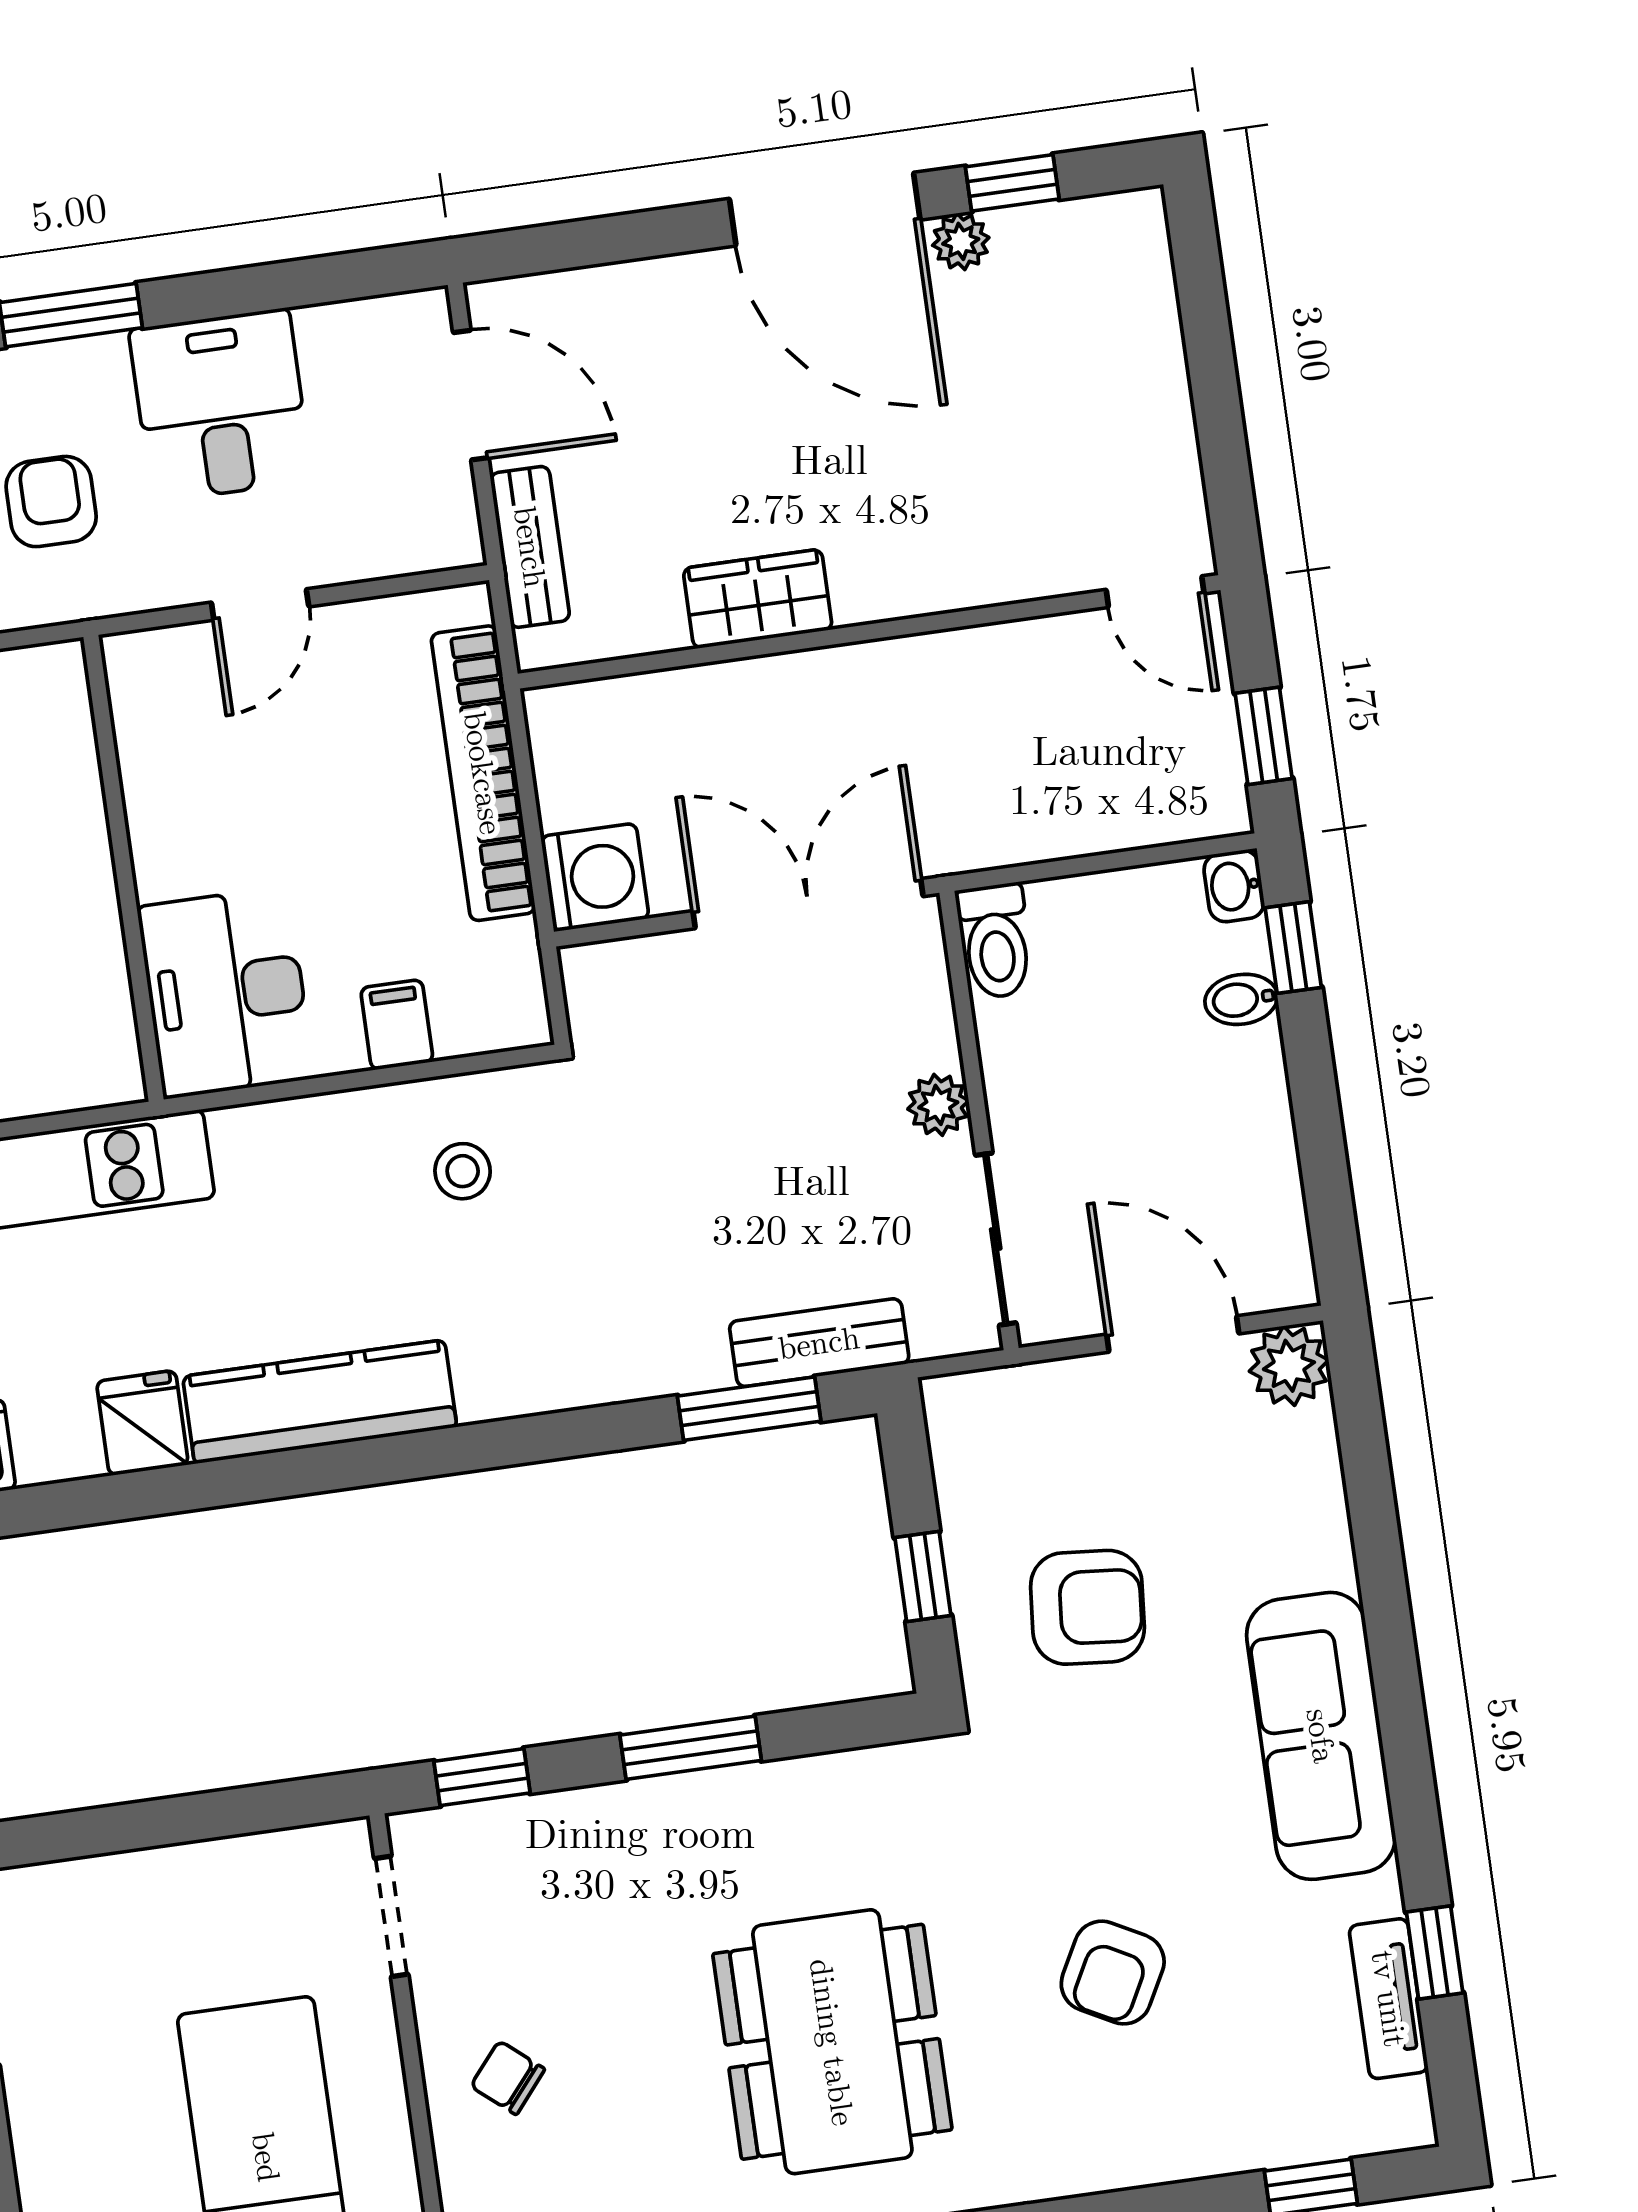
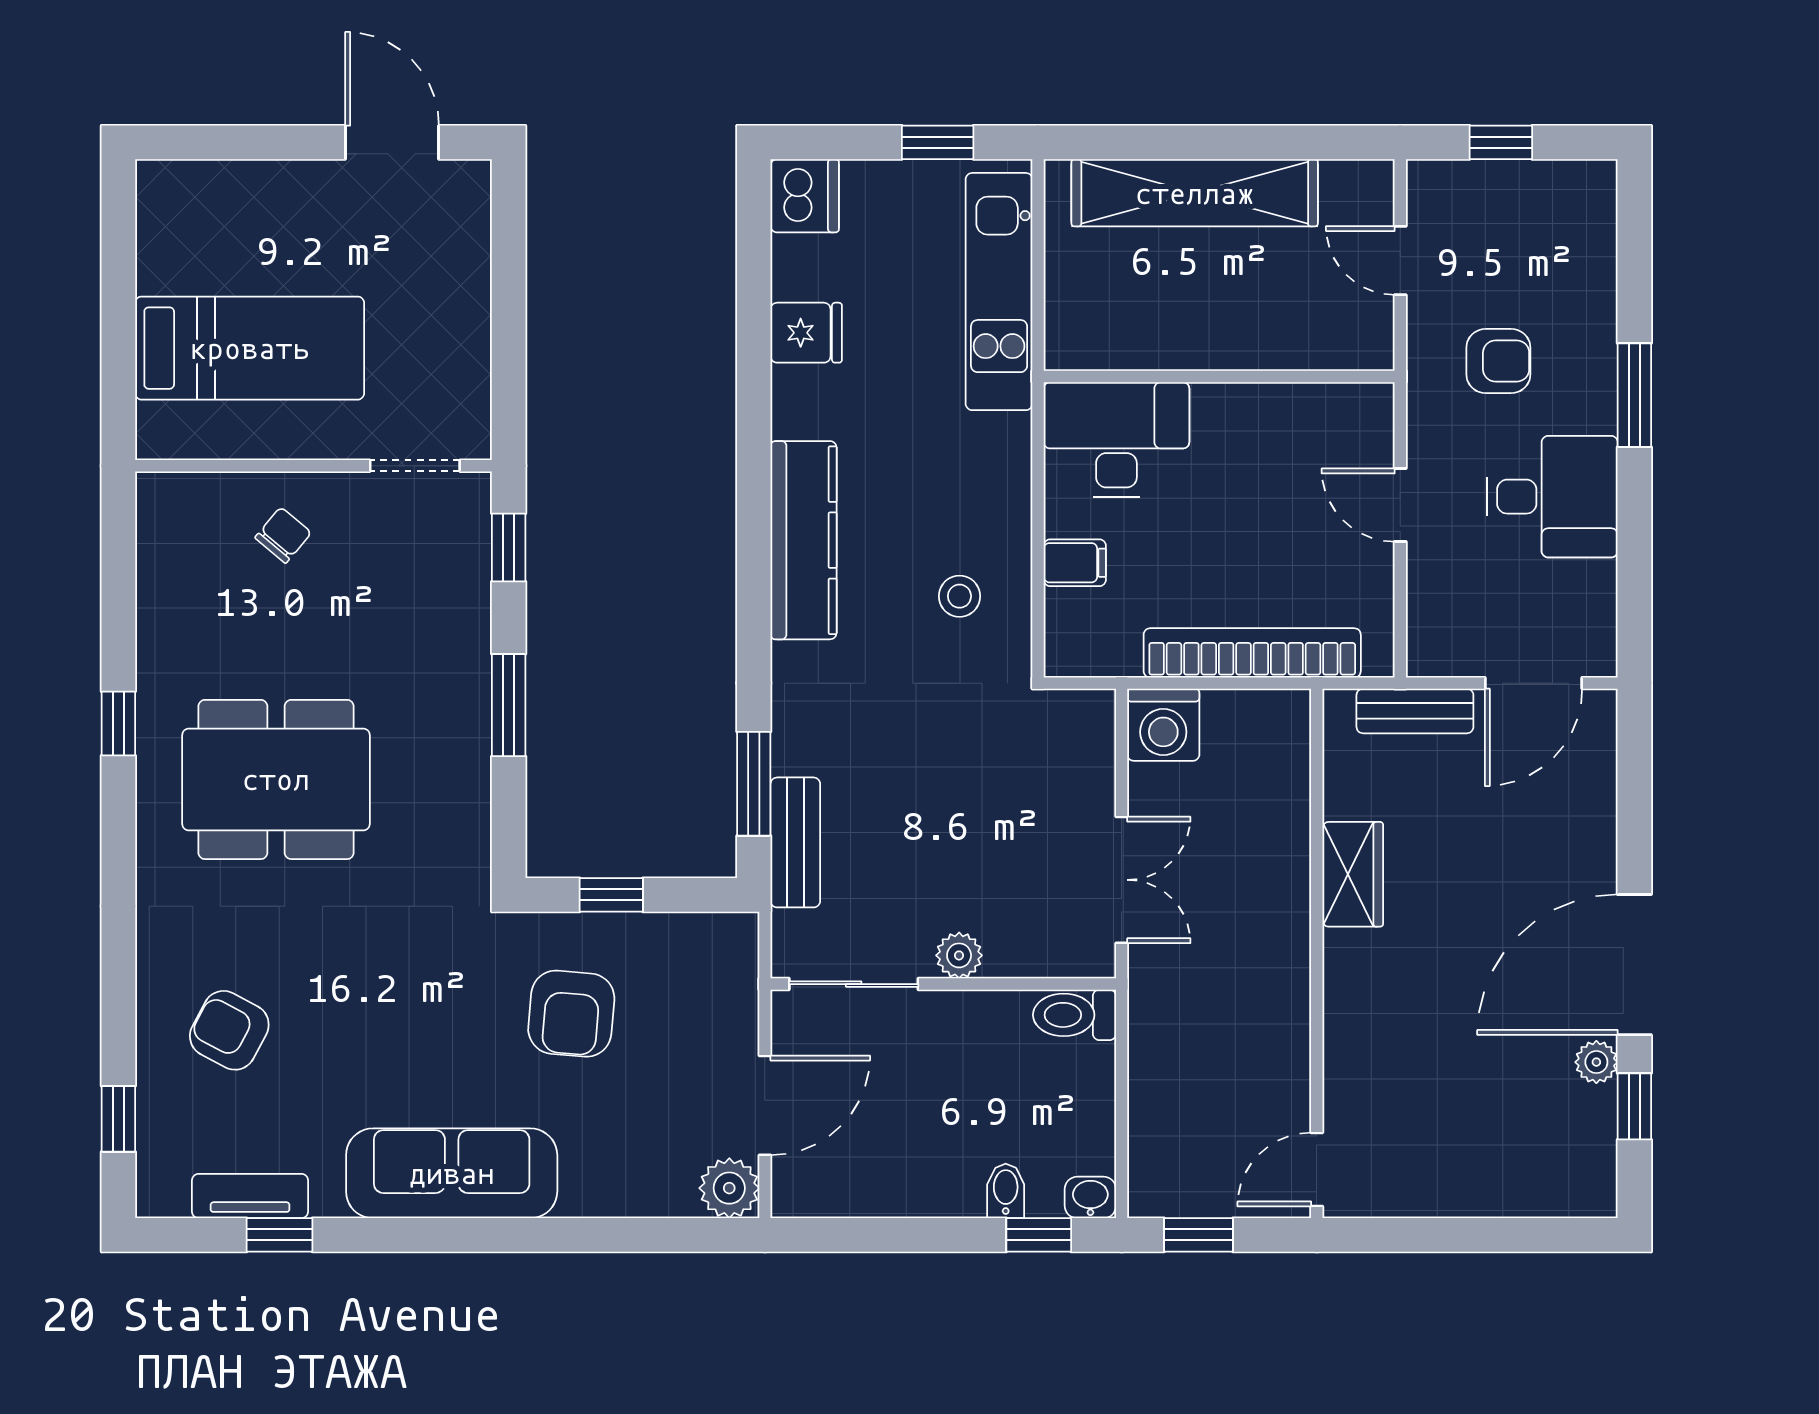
double door: (808, 904) -> (1122, 880), width x0.73
kitchen counter: (320, 1402) -> (804, 540), moved
armchair: (1113, 1973) -> (229, 1030), moved

